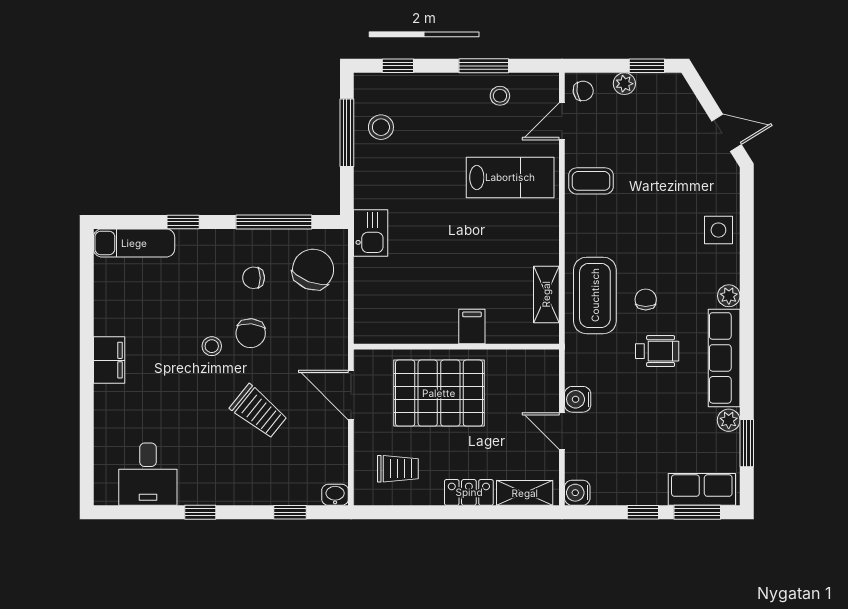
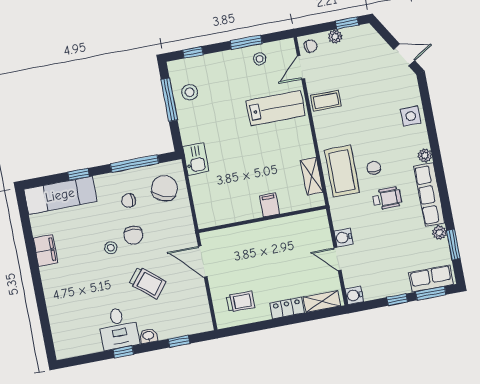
exam couch: (134, 243) -> (60, 195), width x1.36, depth x1.45
filing cabinet: (109, 360) -> (46, 251), moved
pallet: (439, 393) -> (257, 250), removed
desk: (148, 474) -> (118, 328), moved
washbasin: (335, 495) -> (148, 336), moved

